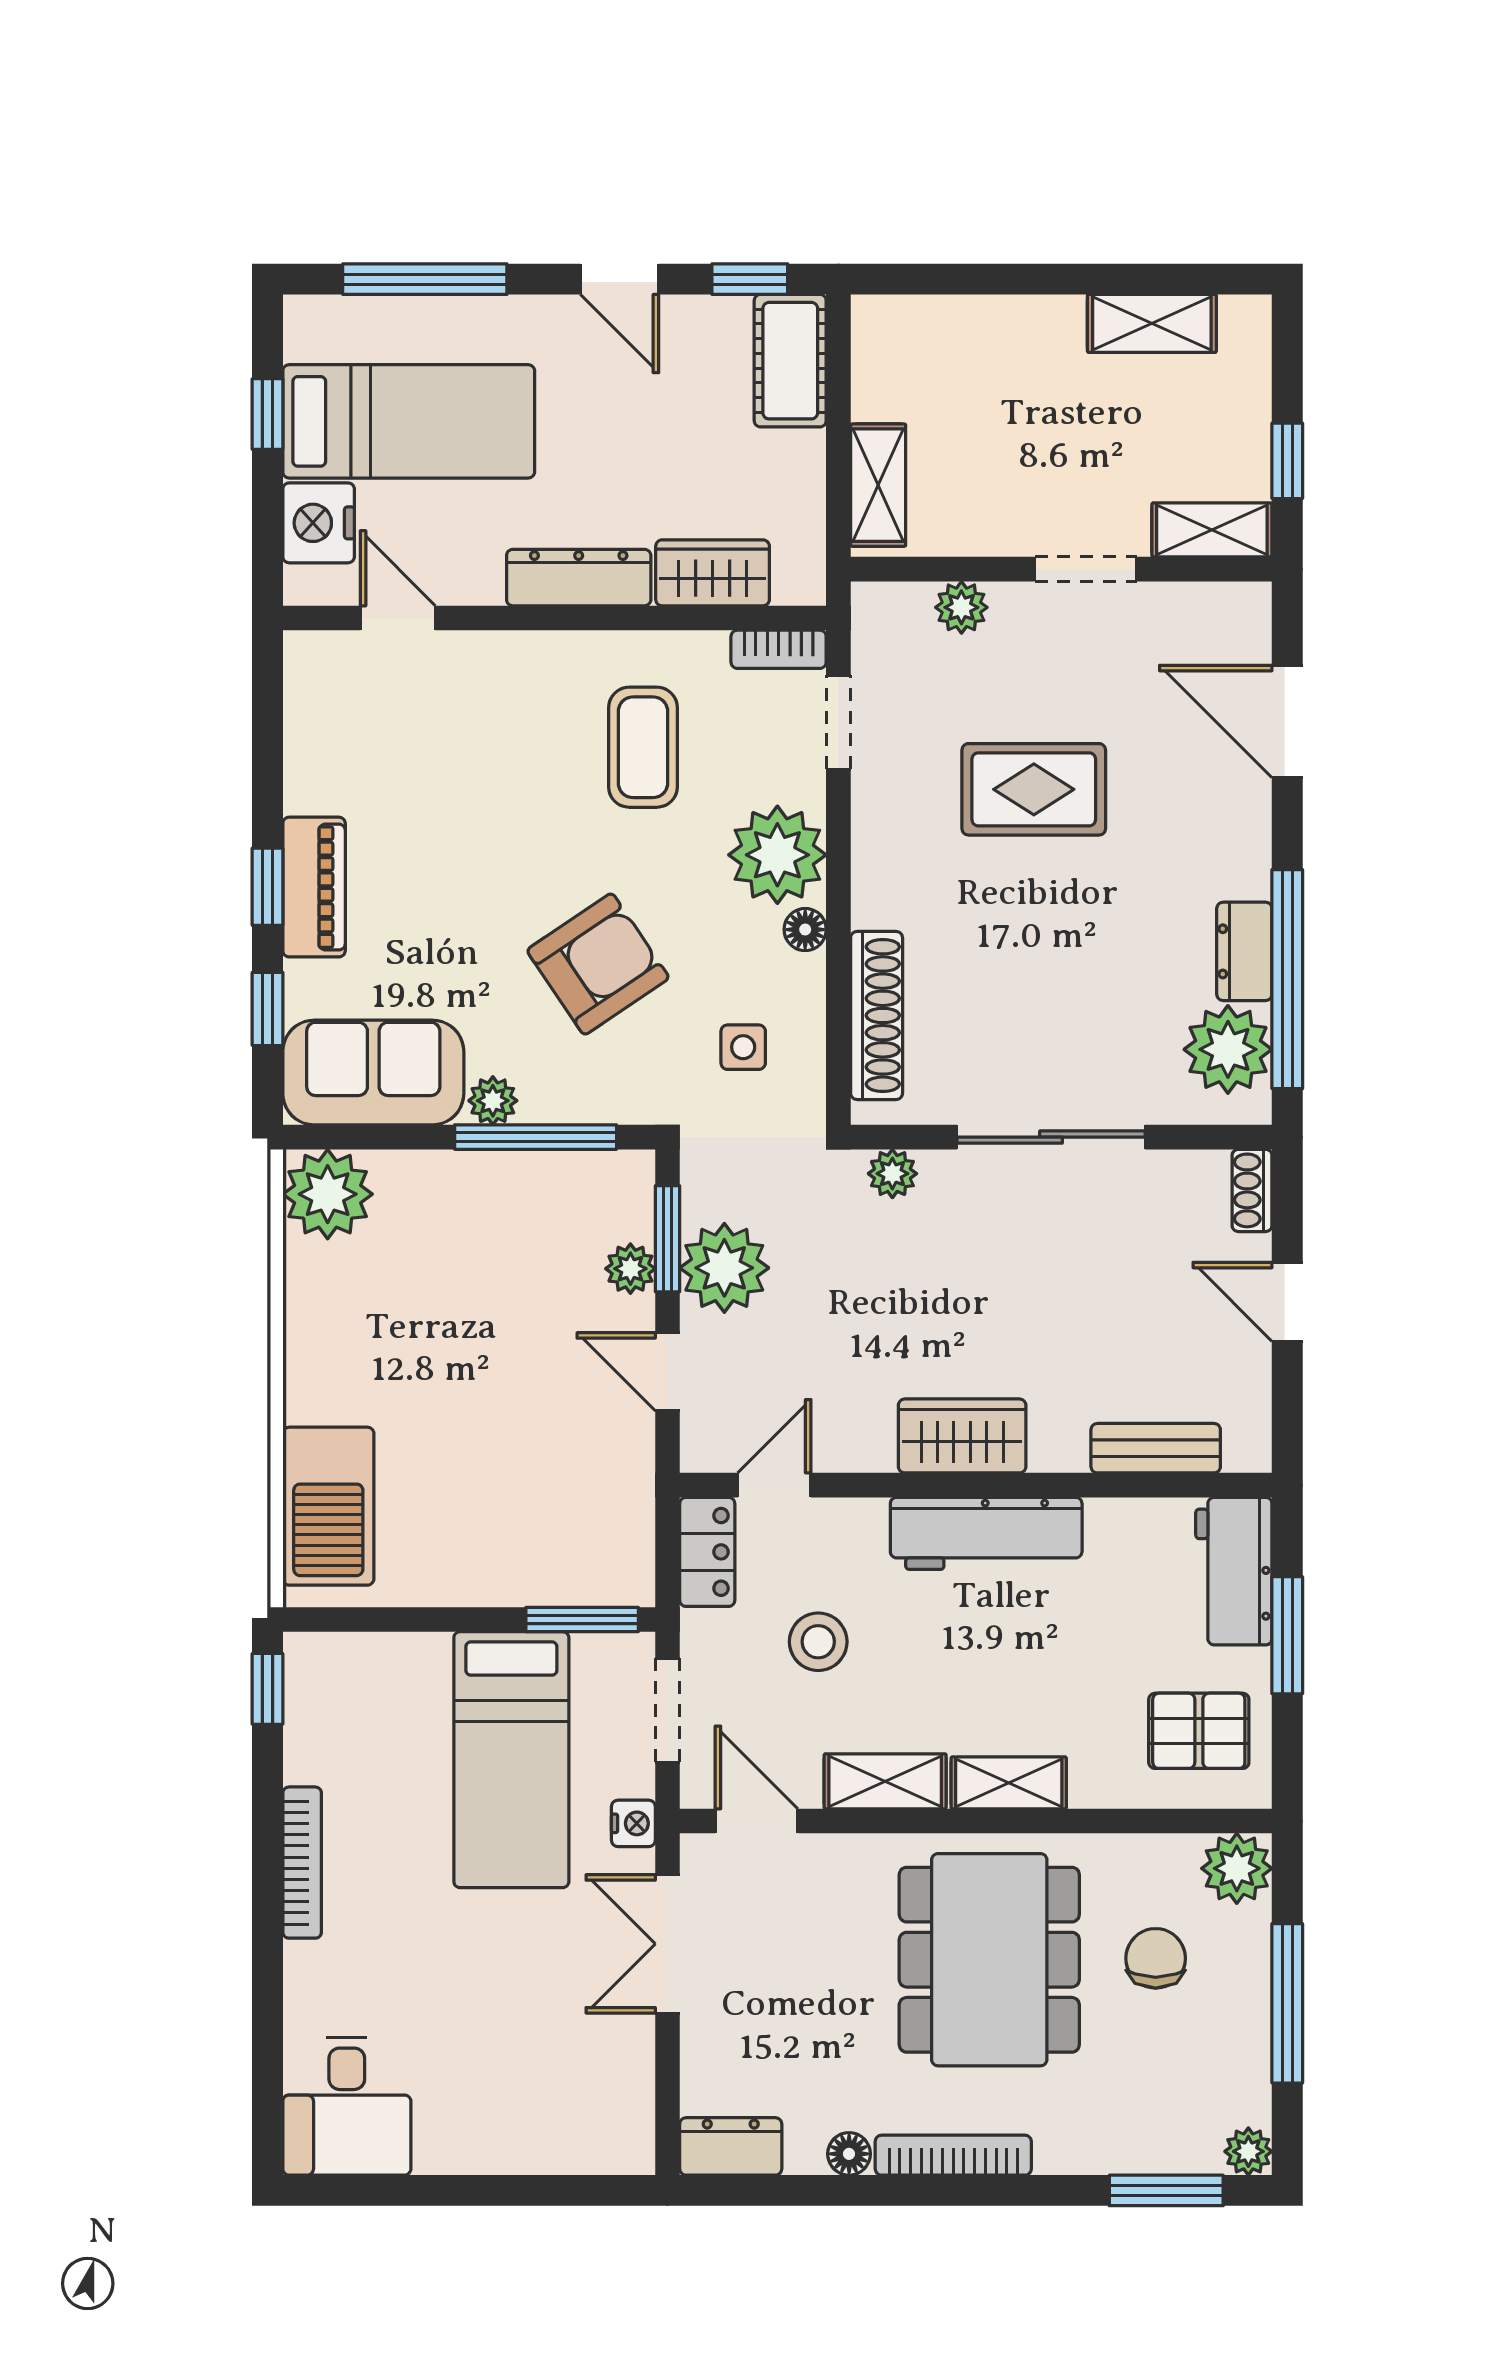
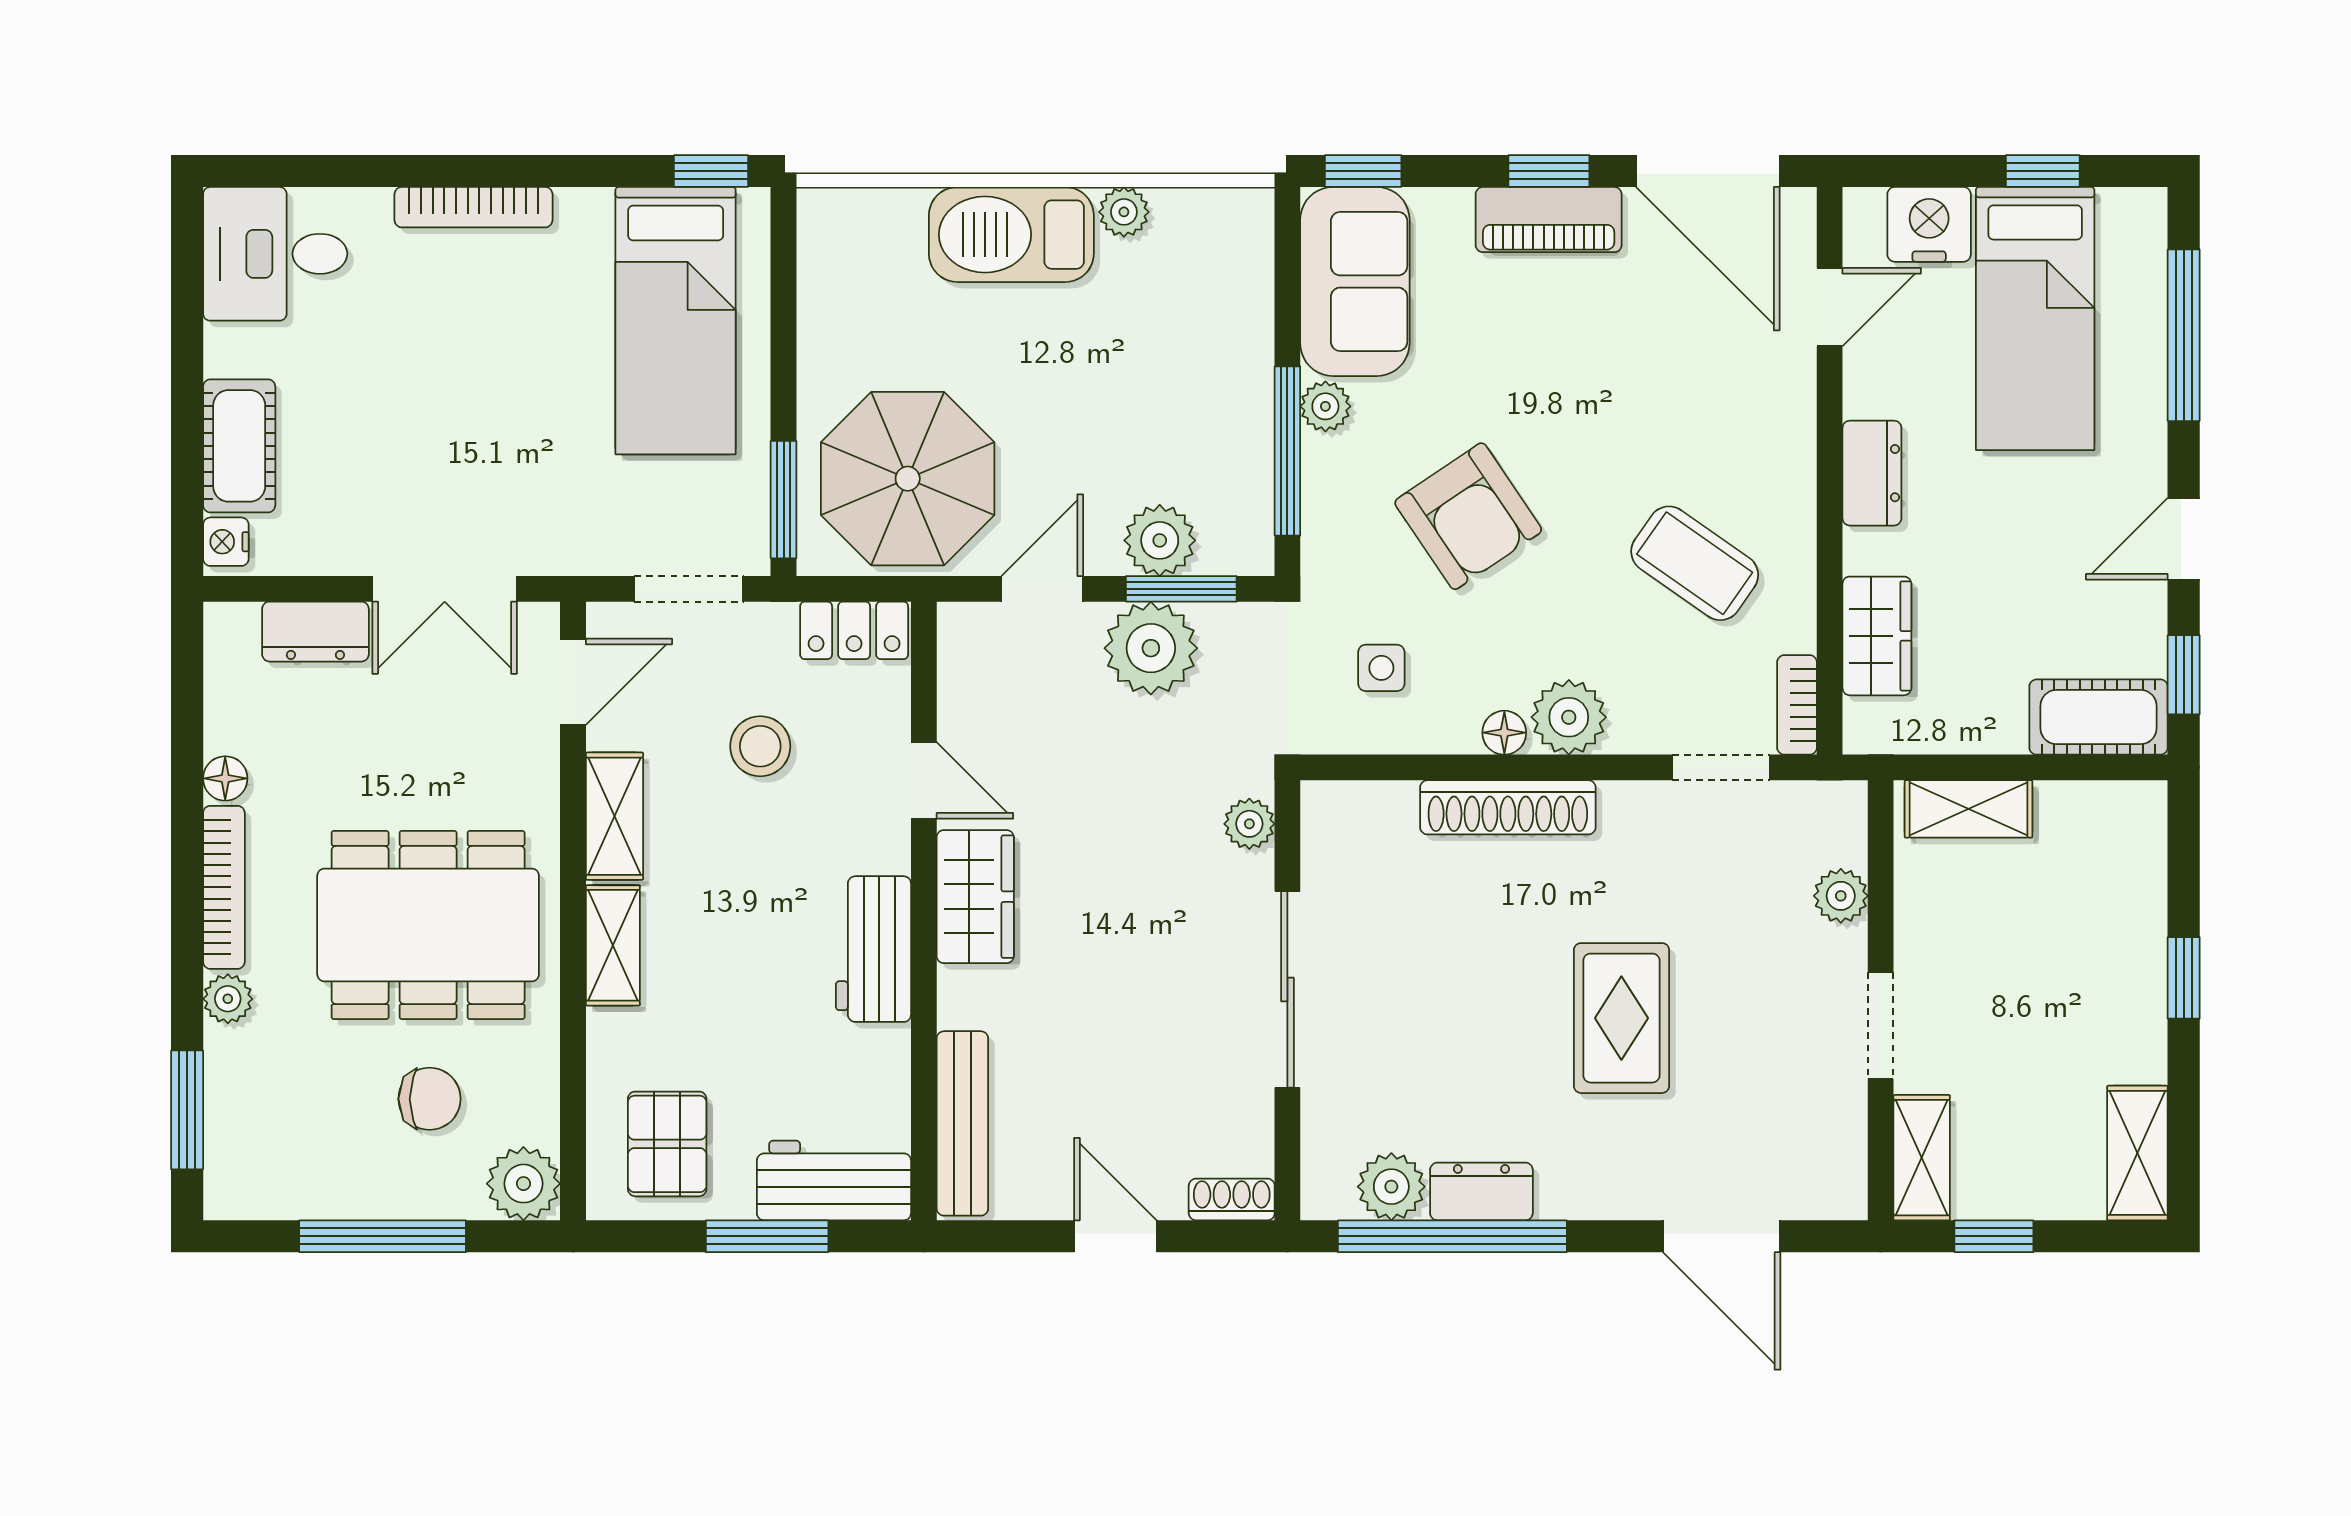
window: (1040, 279) -> (2184, 978), added
shelving: (1152, 323) -> (2137, 1153), moved
dresser: (579, 578) -> (1872, 473), width x0.70
door: (1287, 721) -> (1722, 1236), swing flipped
door: (267, 735) -> (1708, 171), added
coffee table: (643, 747) -> (1695, 563), turned 35
rug: (1034, 789) -> (1621, 1018), moved
plant: (777, 855) -> (1569, 717), width x0.73, depth x0.73
window: (267, 1009) -> (1363, 171), moved
shoe rack: (877, 1015) -> (1508, 807), moved
plant: (1228, 1049) -> (1391, 1187), width x0.73, depth x0.73
plant: (328, 1194) -> (1124, 212), moved, width x0.53, depth x0.53
plant: (630, 1269) -> (1160, 540), width x1.38, depth x1.38
door: (1287, 1302) -> (1115, 1236), hinge flipped
bench: (1156, 1448) -> (962, 1123), width x1.36
door: (774, 1485) -> (924, 780), moved
parasol: (562, 1501) -> (908, 479), added
barbecue: (328, 1506) -> (1011, 235), moved
workbench: (986, 1533) -> (873, 949), width x0.73
bed: (511, 1760) -> (676, 321), moved, turned -90
nightstand: (633, 1823) -> (226, 542), moved, turned 90
bookcase: (302, 1863) -> (474, 207), moved
double door: (667, 1944) -> (445, 589), swing flipped
cot: (531, 2141) -> (239, 446), added
dresser: (731, 2146) -> (315, 632), moved, turned 90
plant: (1248, 2151) -> (228, 999), moved

